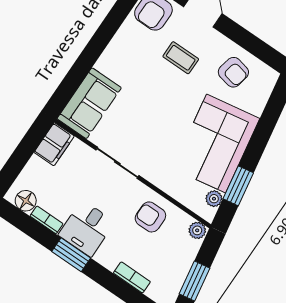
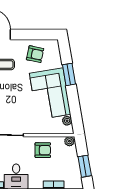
window: (238, 186) -> (69, 74), moved
armchair: (150, 217) -> (43, 150), turned 180

